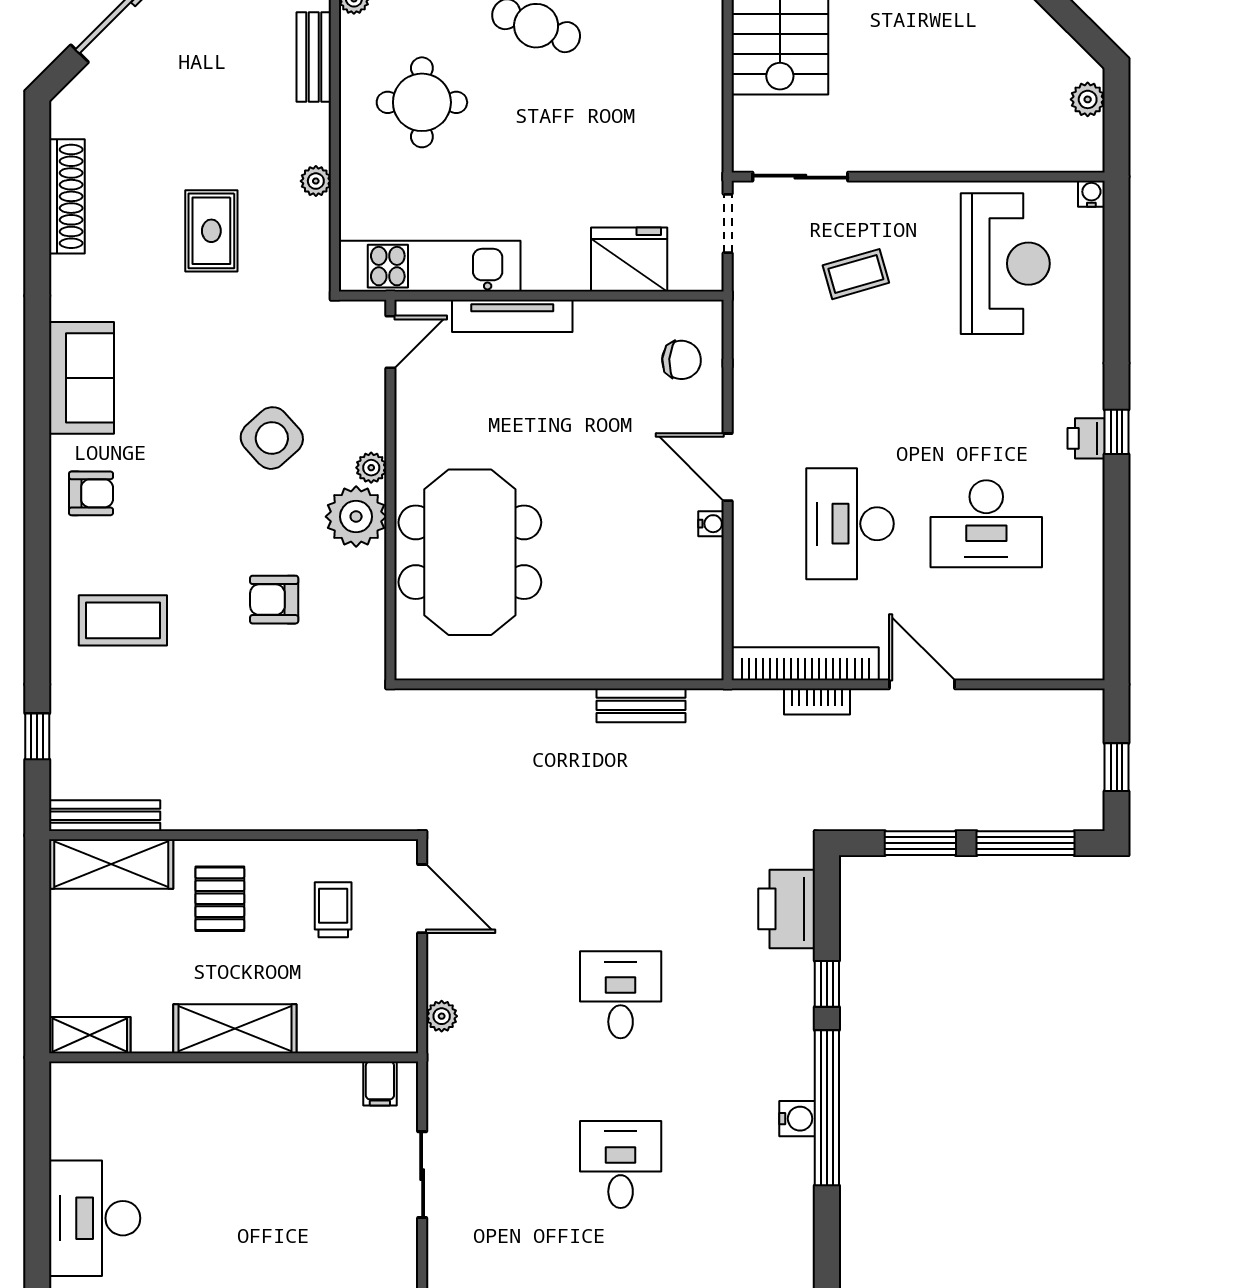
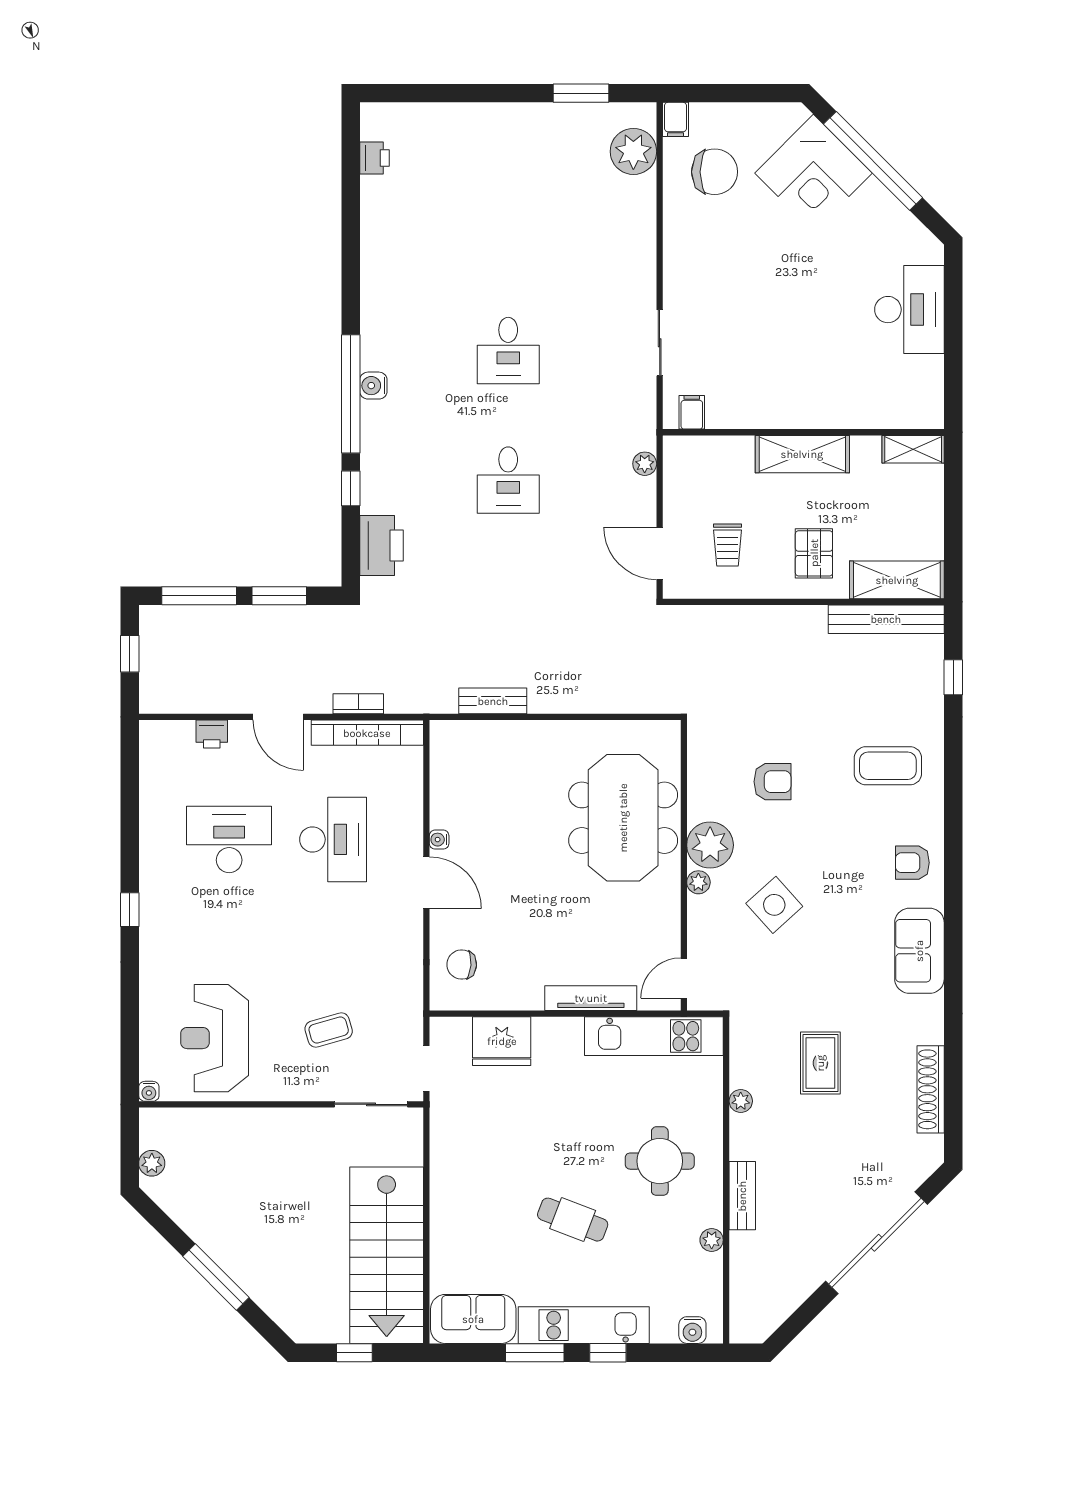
printer: (1086, 438) -> (212, 734), moved, turned 90
bench: (105, 816) -> (886, 619), width x1.37, depth x1.21

